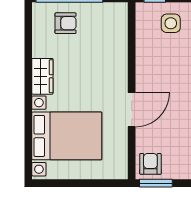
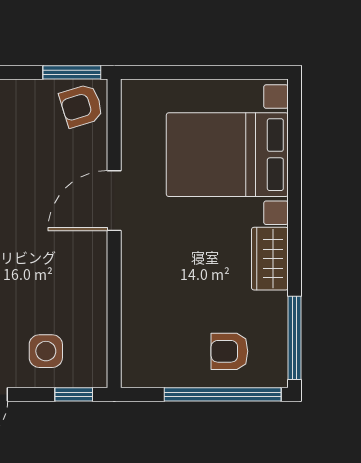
window: (28, 31) -> (295, 338), added
armchair: (150, 164) -> (81, 106), turned 73

